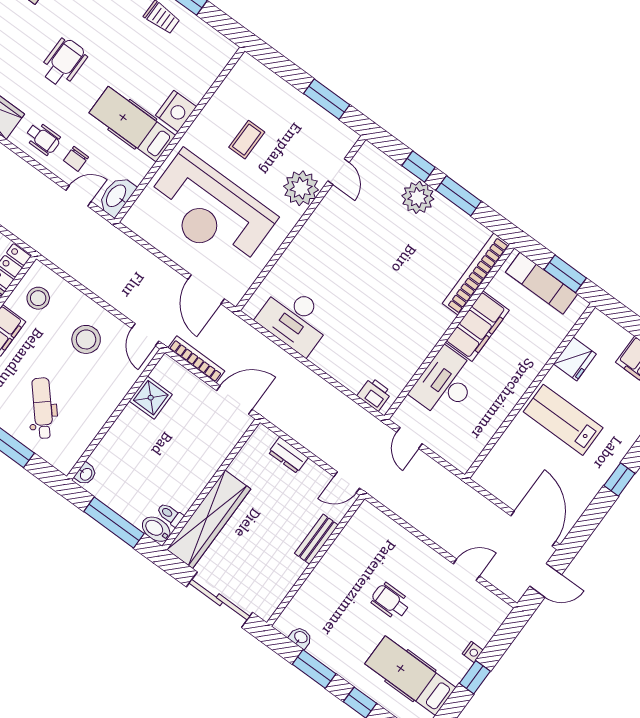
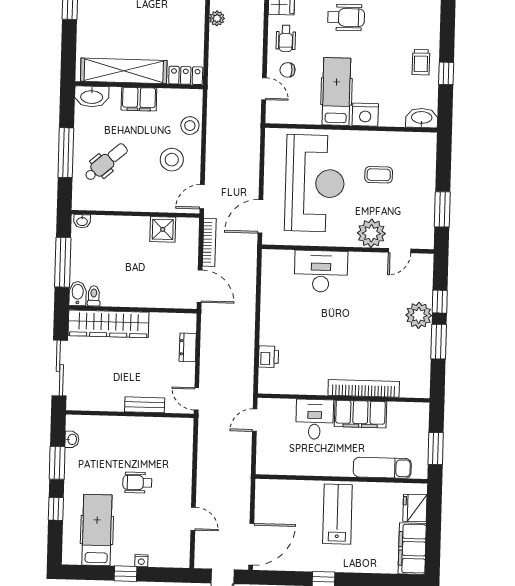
washbasin: (117, 196) -> (422, 118), moved
reception desk: (210, 211) -> (315, 183), turned 180
bookcase: (476, 274) -> (364, 388), moved
exam couch: (542, 283) -> (382, 468), moved, turned 90
stool: (38, 298) -> (190, 126), moved
desk: (295, 319) -> (321, 271), moved, turned 90
fridge: (575, 359) -> (415, 508), moved, turned 90
desk: (446, 383) -> (315, 419), width x0.73
printer: (374, 394) -> (268, 357), moved
wheelchair: (390, 601) -> (137, 483), turned -90

